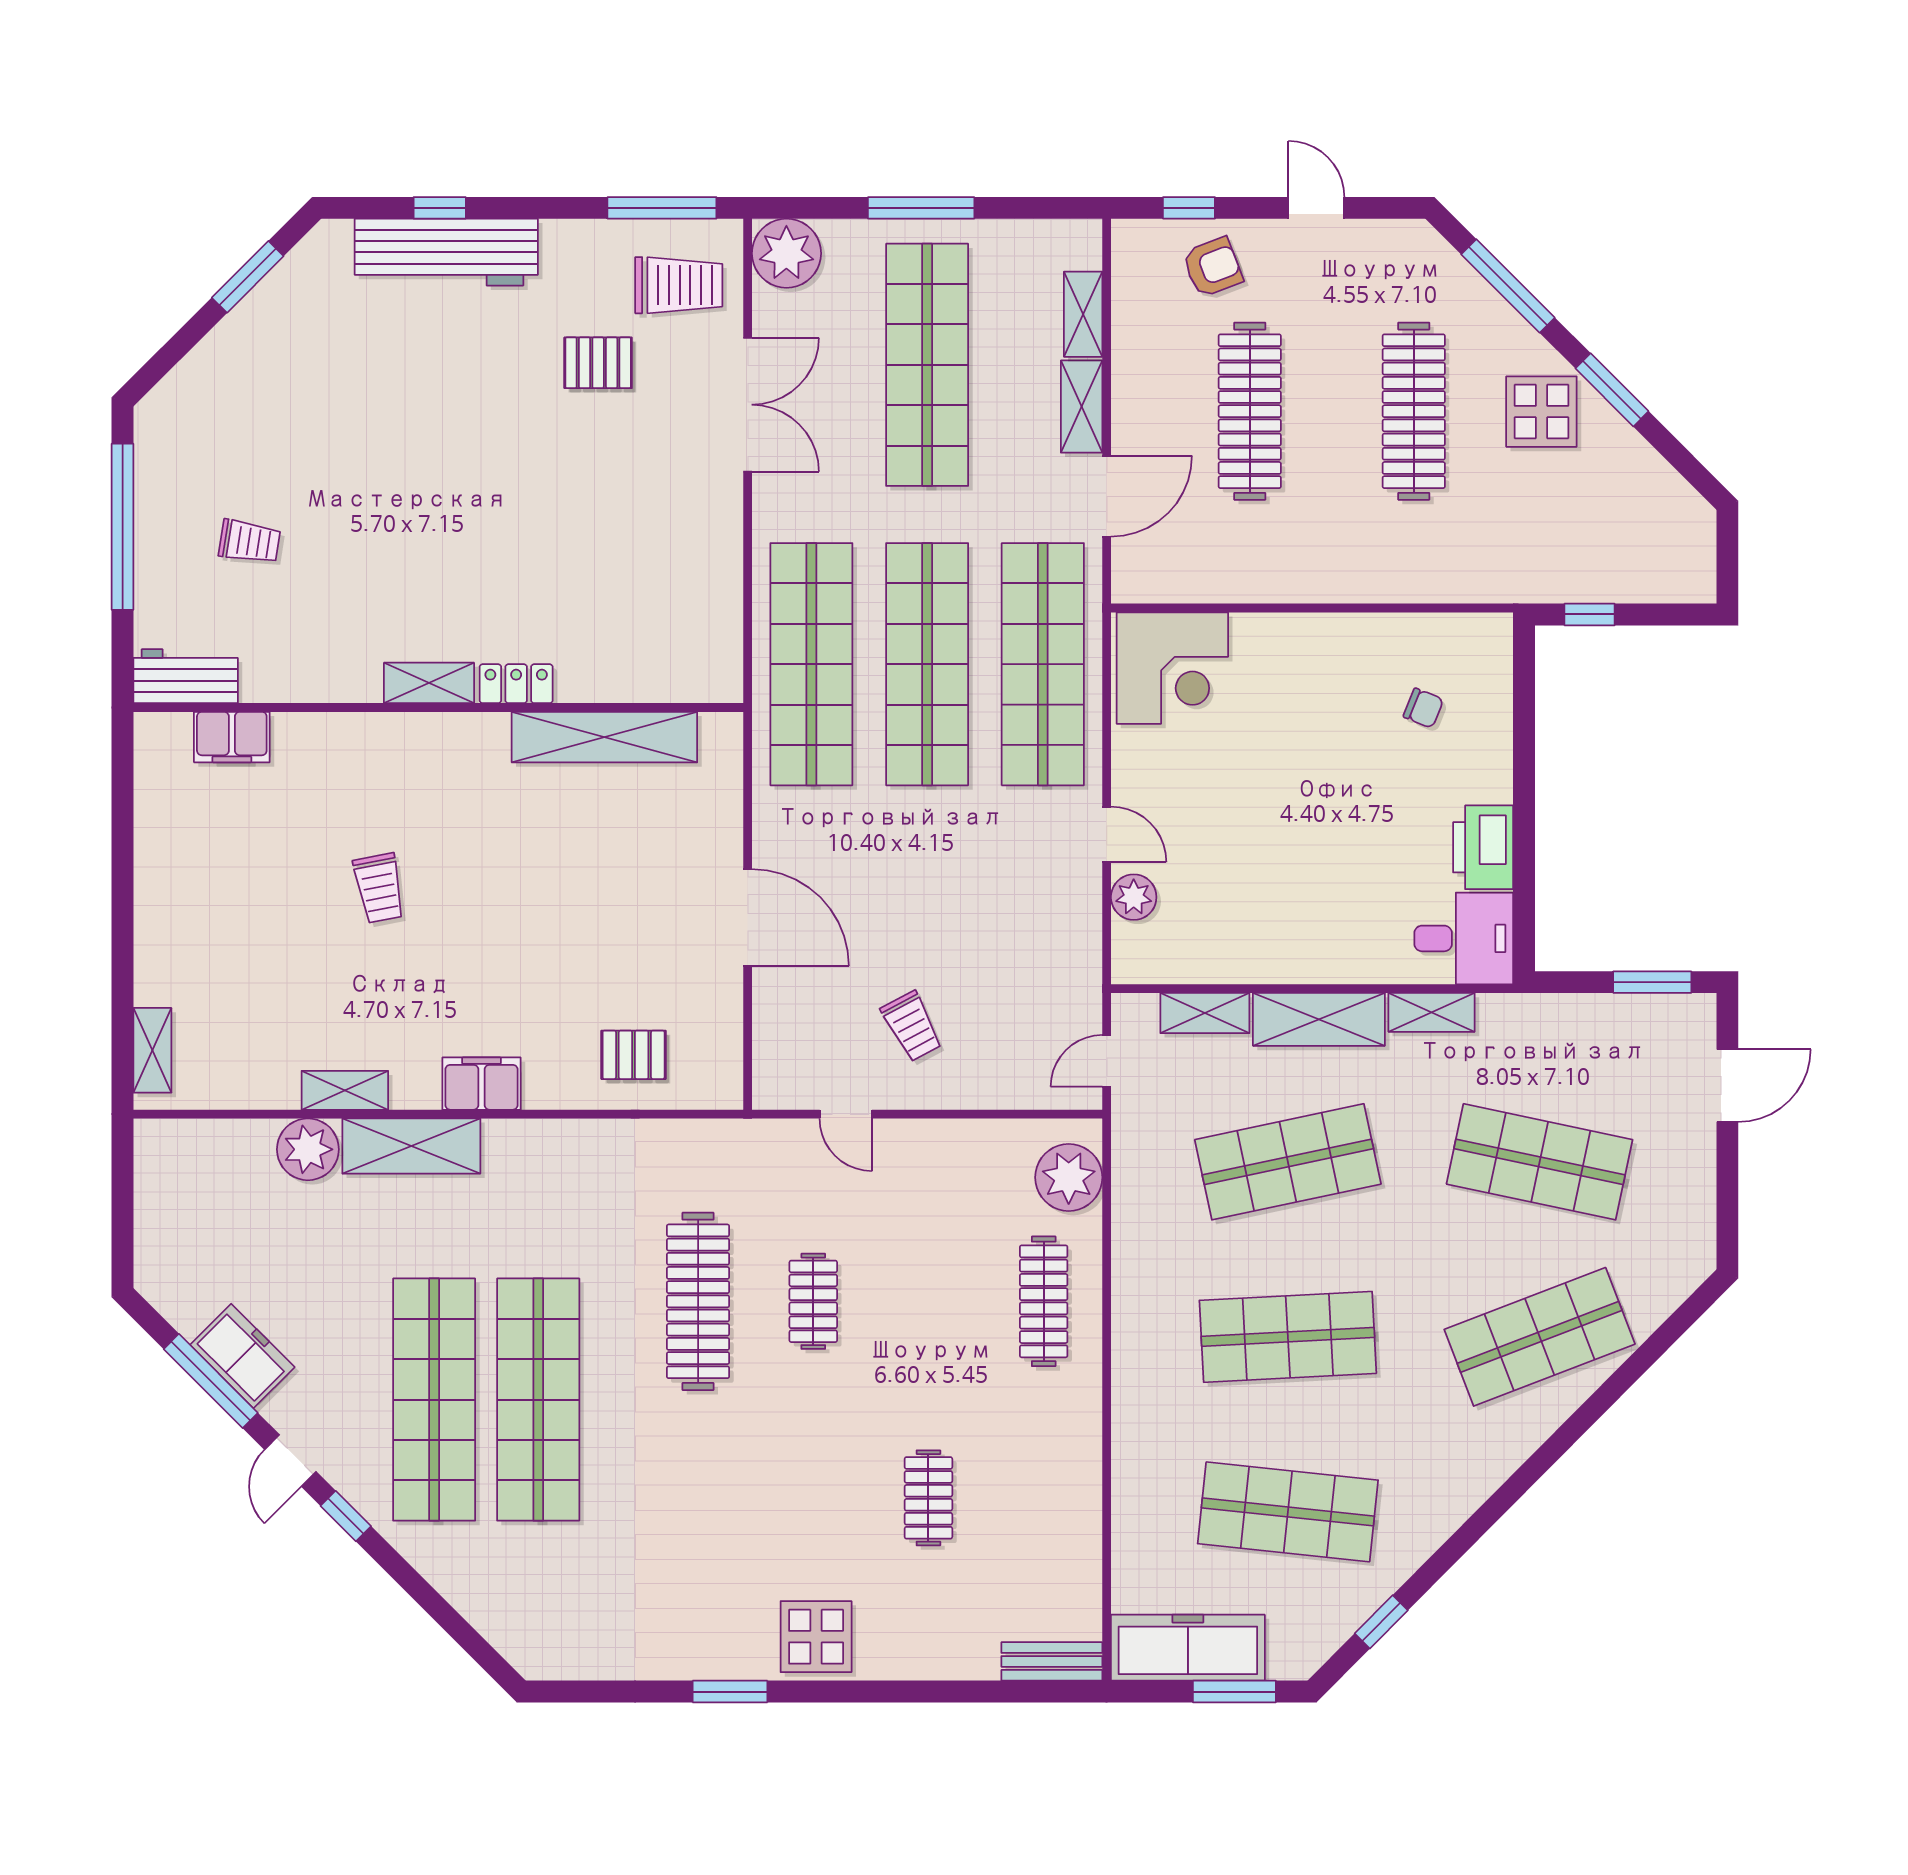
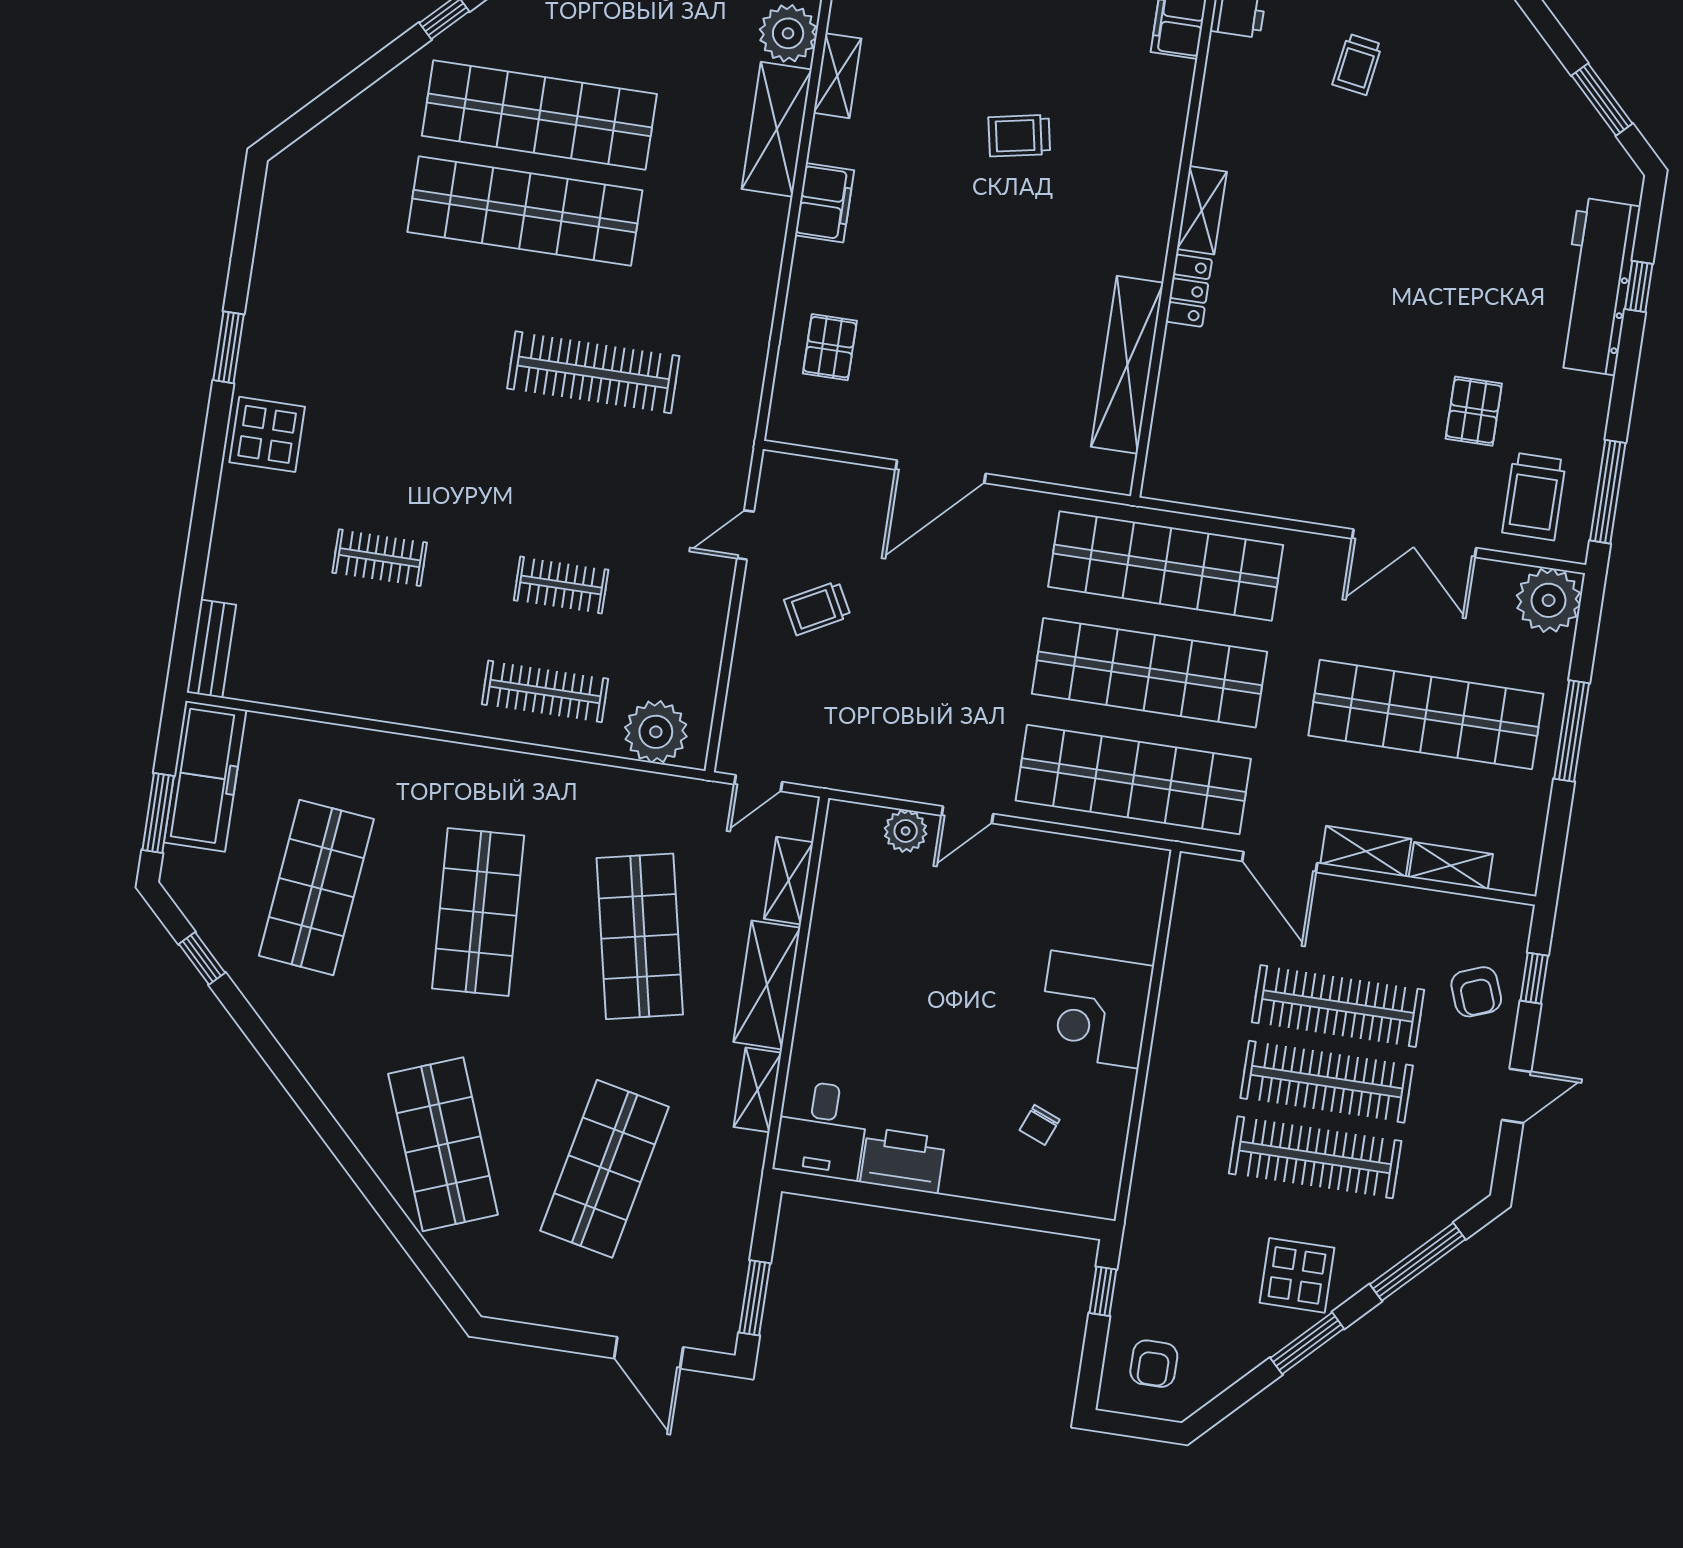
clothes rail: (1332, 411) -> (1327, 1082), added
armchair: (1658, 549) -> (1154, 1364), added
corner desk: (1172, 668) -> (1095, 1009), moved
door: (1107, 1061) -> (758, 783), swing flipped
clothes rail: (813, 1301) -> (561, 585), moved

